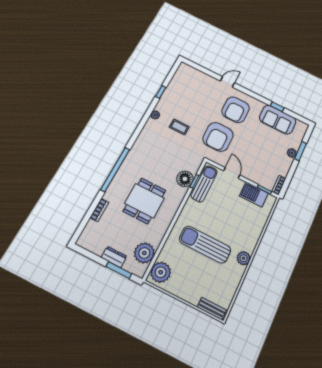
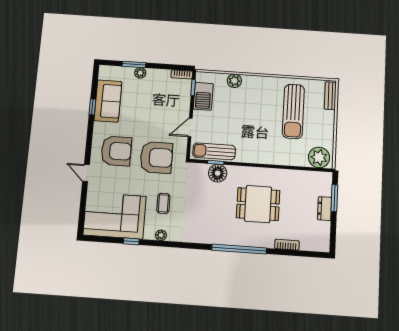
corner sofa: (186, 88) -> (115, 216), added
sun lounger: (205, 245) -> (293, 111), moved
plant: (144, 253) -> (308, 181), removed
plant: (244, 258) -> (234, 81), moved

